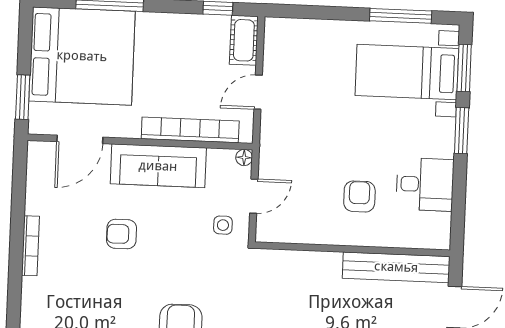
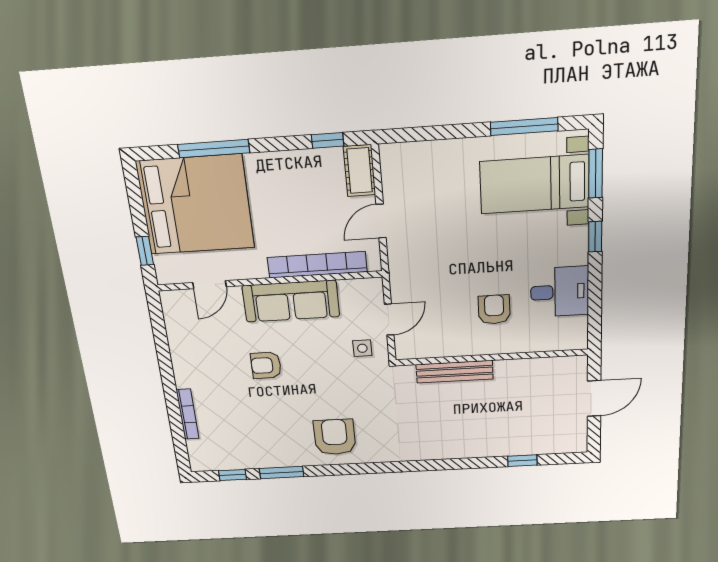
window: (23, 97) -> (145, 251), width x0.67
window: (462, 131) -> (595, 237), width x0.67
door: (80, 139) -> (210, 285), width x0.73
floor lamp: (244, 158) -> (375, 285), removed
bookcase: (30, 246) -> (187, 414), moved
bench: (396, 267) -> (455, 372), moved, width x0.73, depth x0.82

